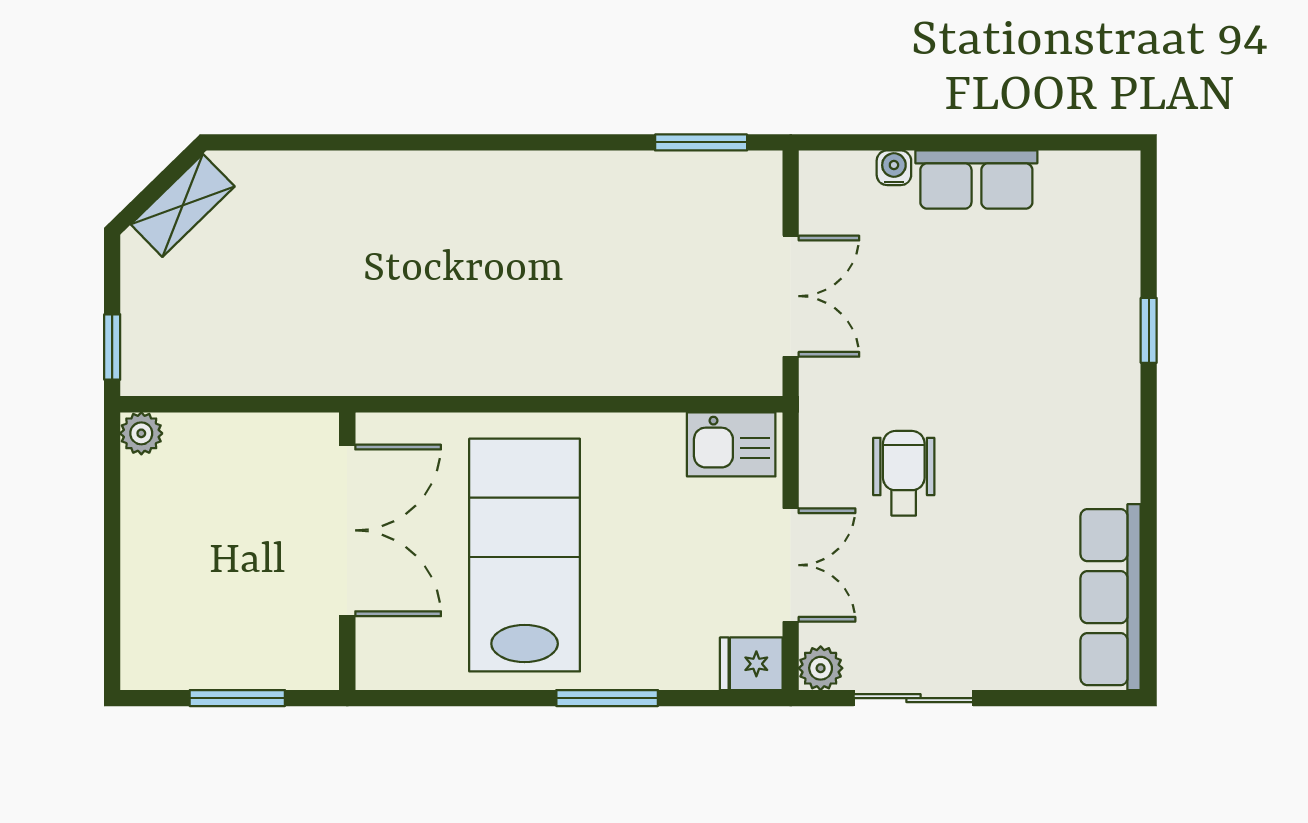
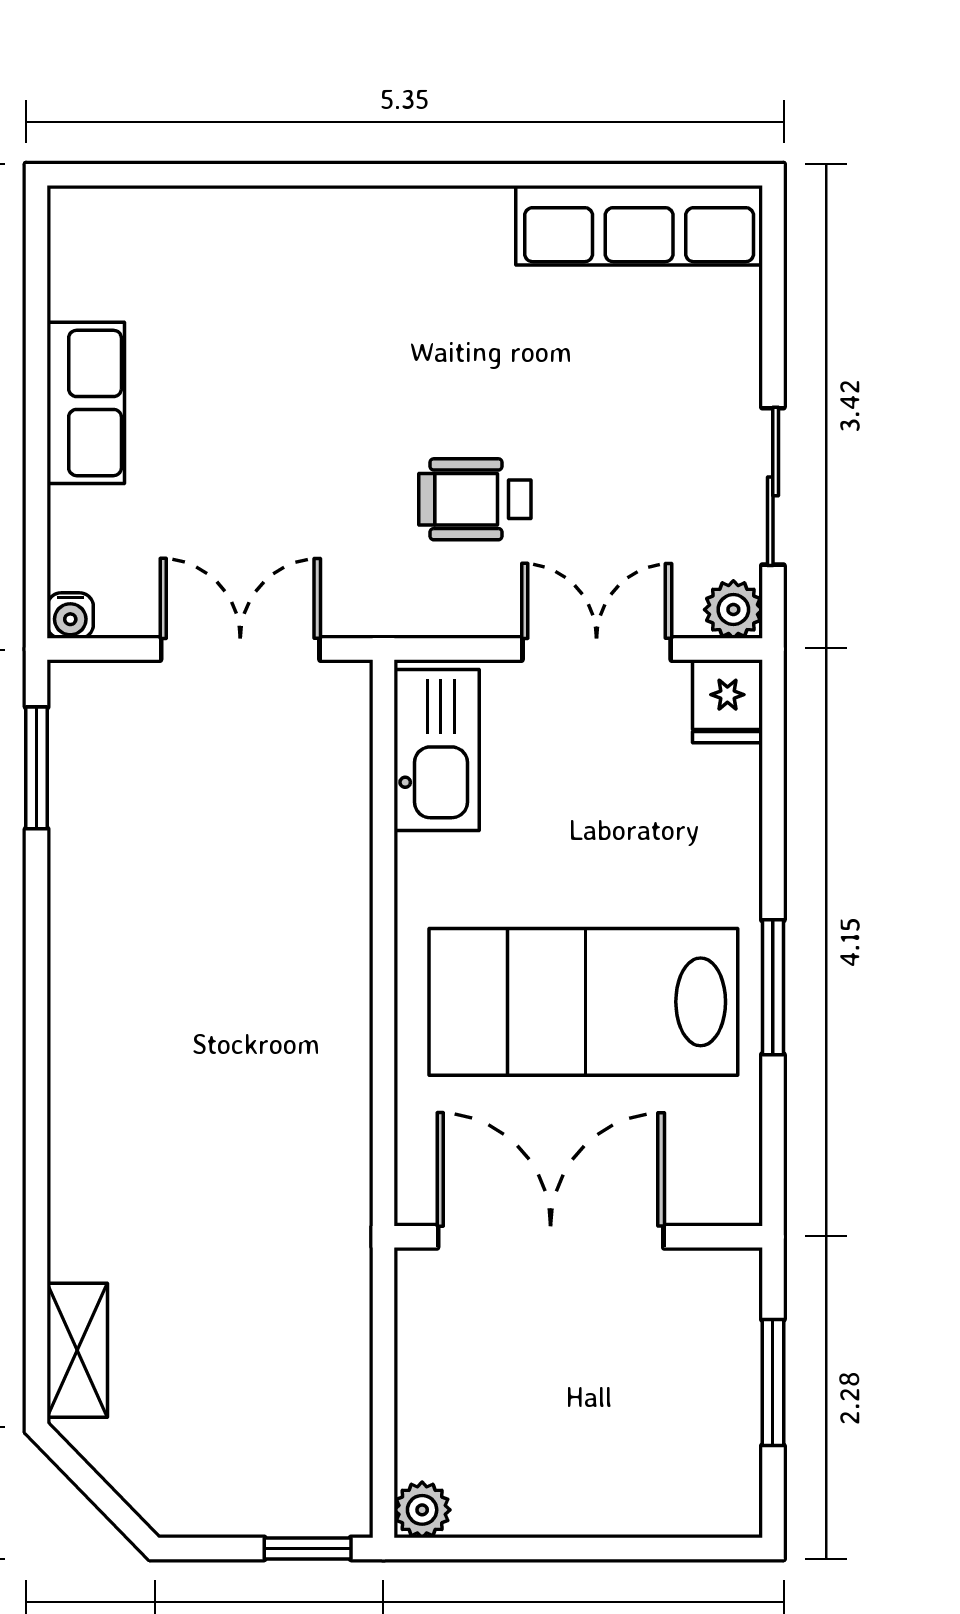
water cooler: (894, 168) -> (70, 616), moved, turned -90
shelving: (183, 205) -> (77, 1350), moved, turned 44
window: (1149, 330) -> (286, 175), removed
kitchen sink: (731, 444) -> (437, 750), width x1.38
window: (607, 698) -> (773, 987), moved

